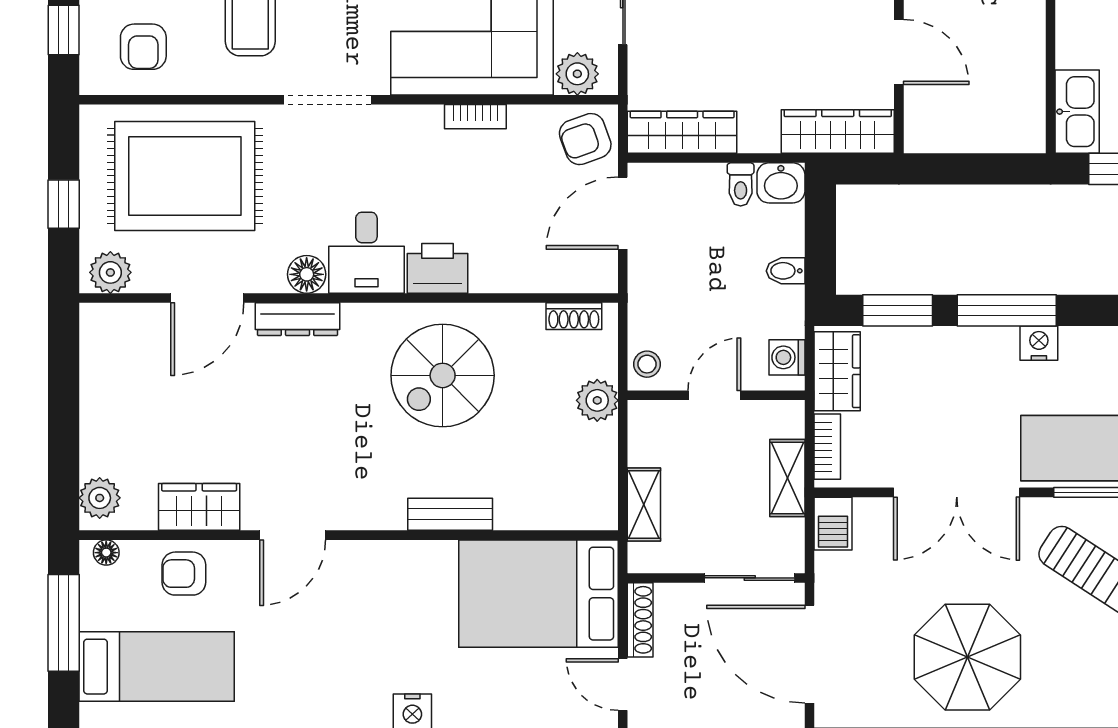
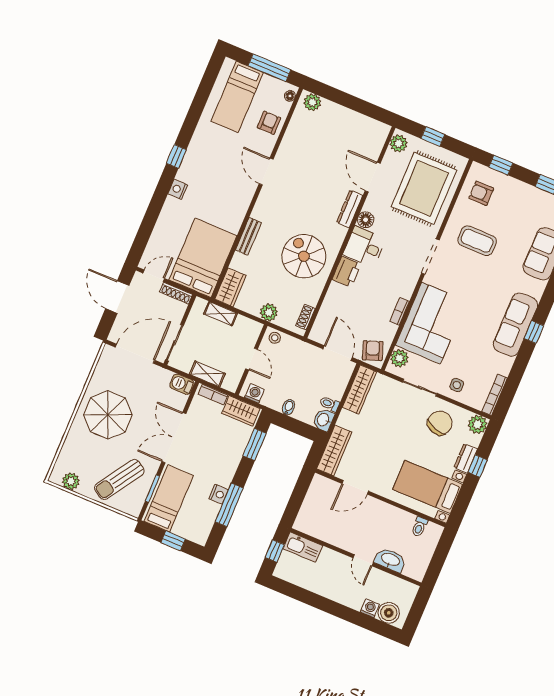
window: (1007, 310) -> (229, 505), moved
wardrobe: (199, 507) -> (230, 287), moved

